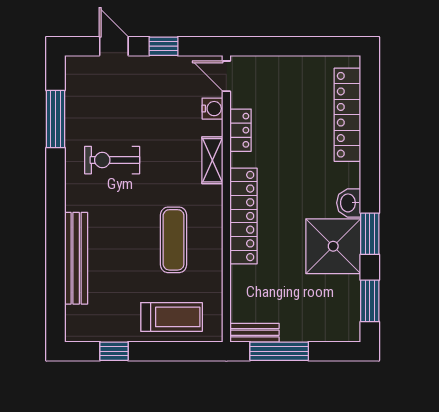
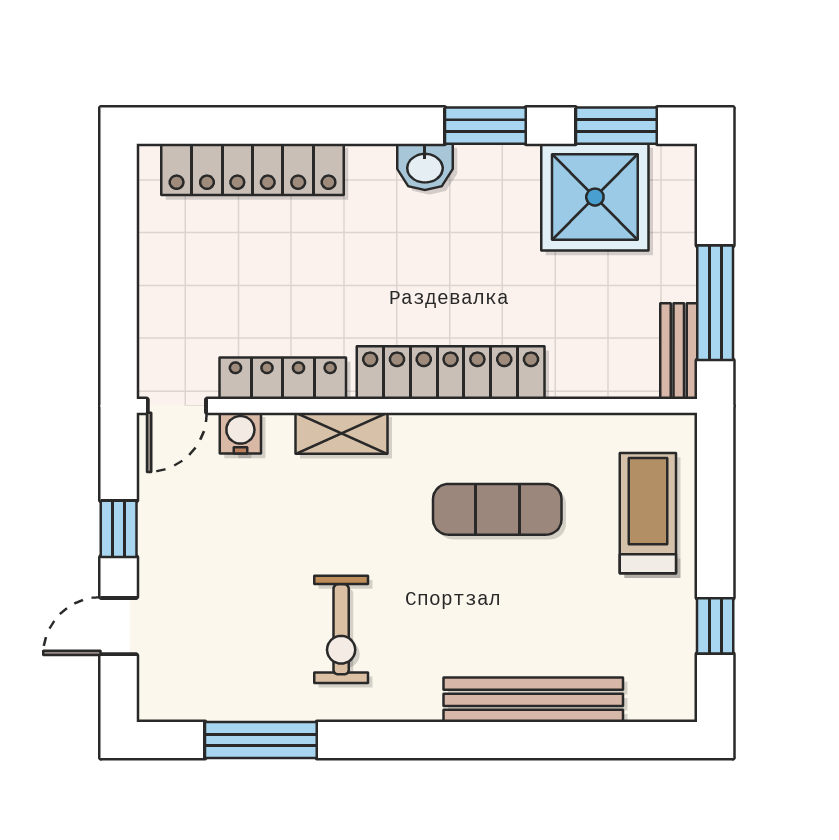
locker: (241, 130) -> (283, 378), width x1.53
shower: (333, 246) -> (595, 197), moved

